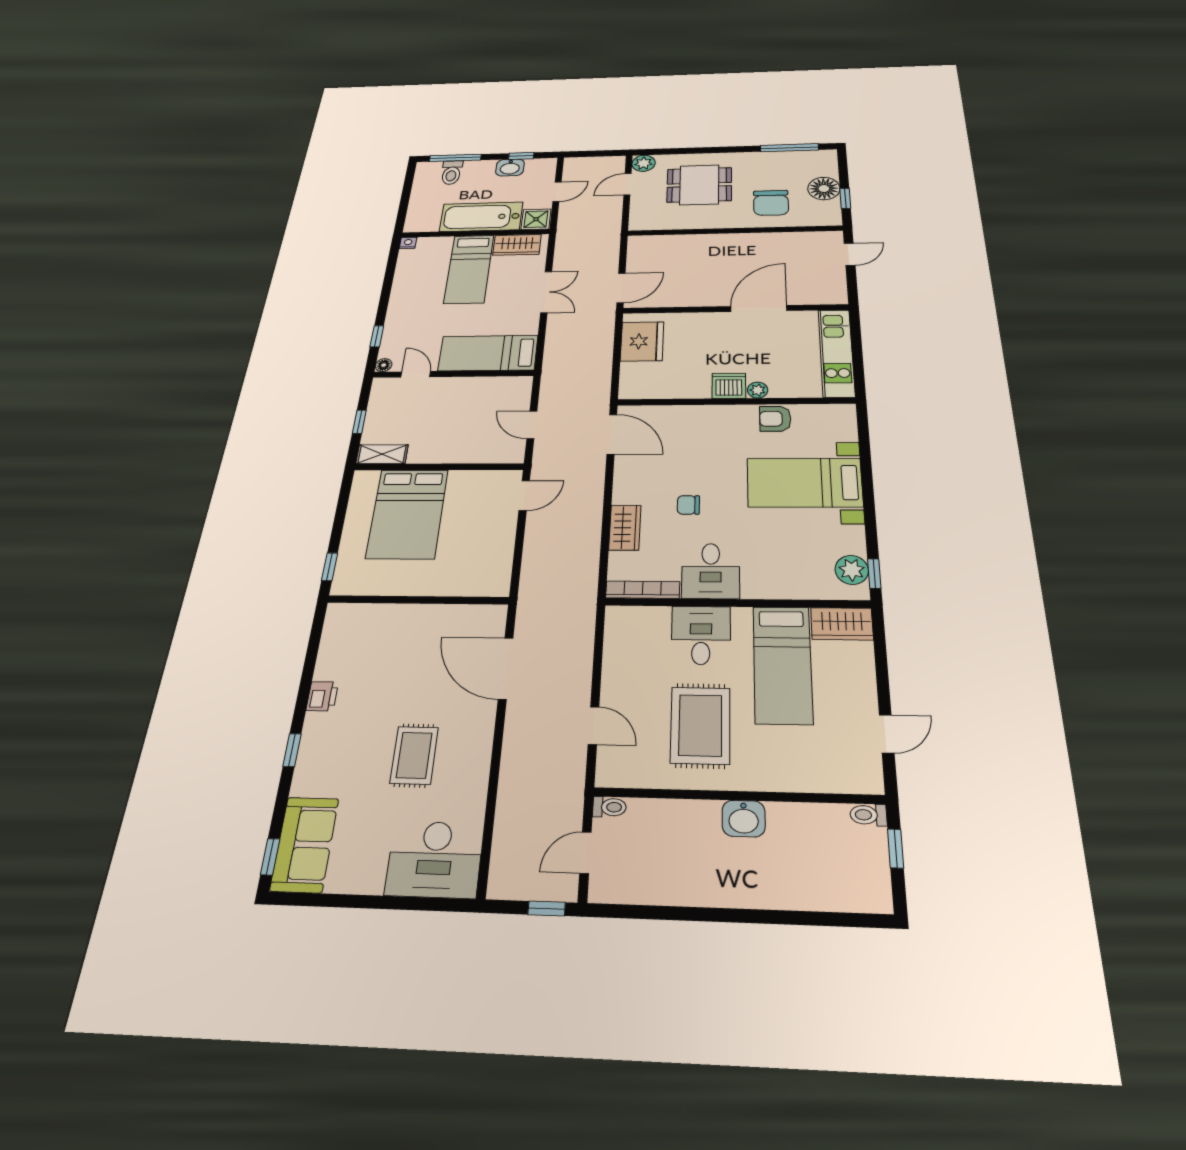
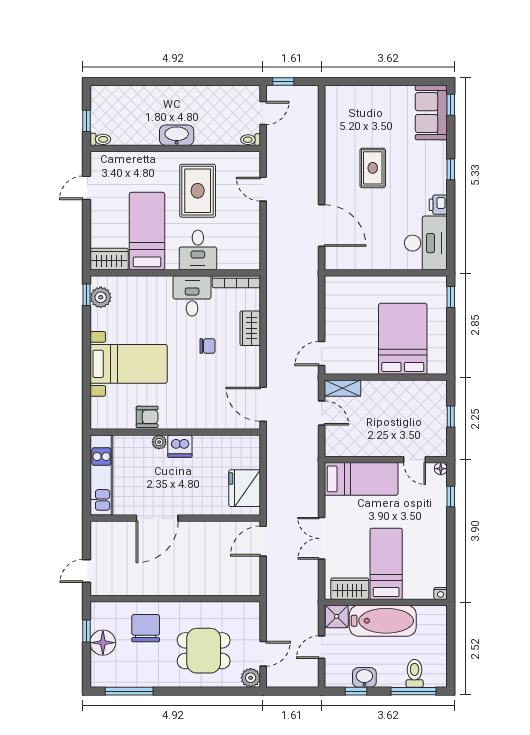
shelving: (382, 454) -> (343, 388), moved
washbasin: (744, 819) -> (177, 135), width x1.38
desk: (435, 859) -> (426, 243), moved, turned 90

